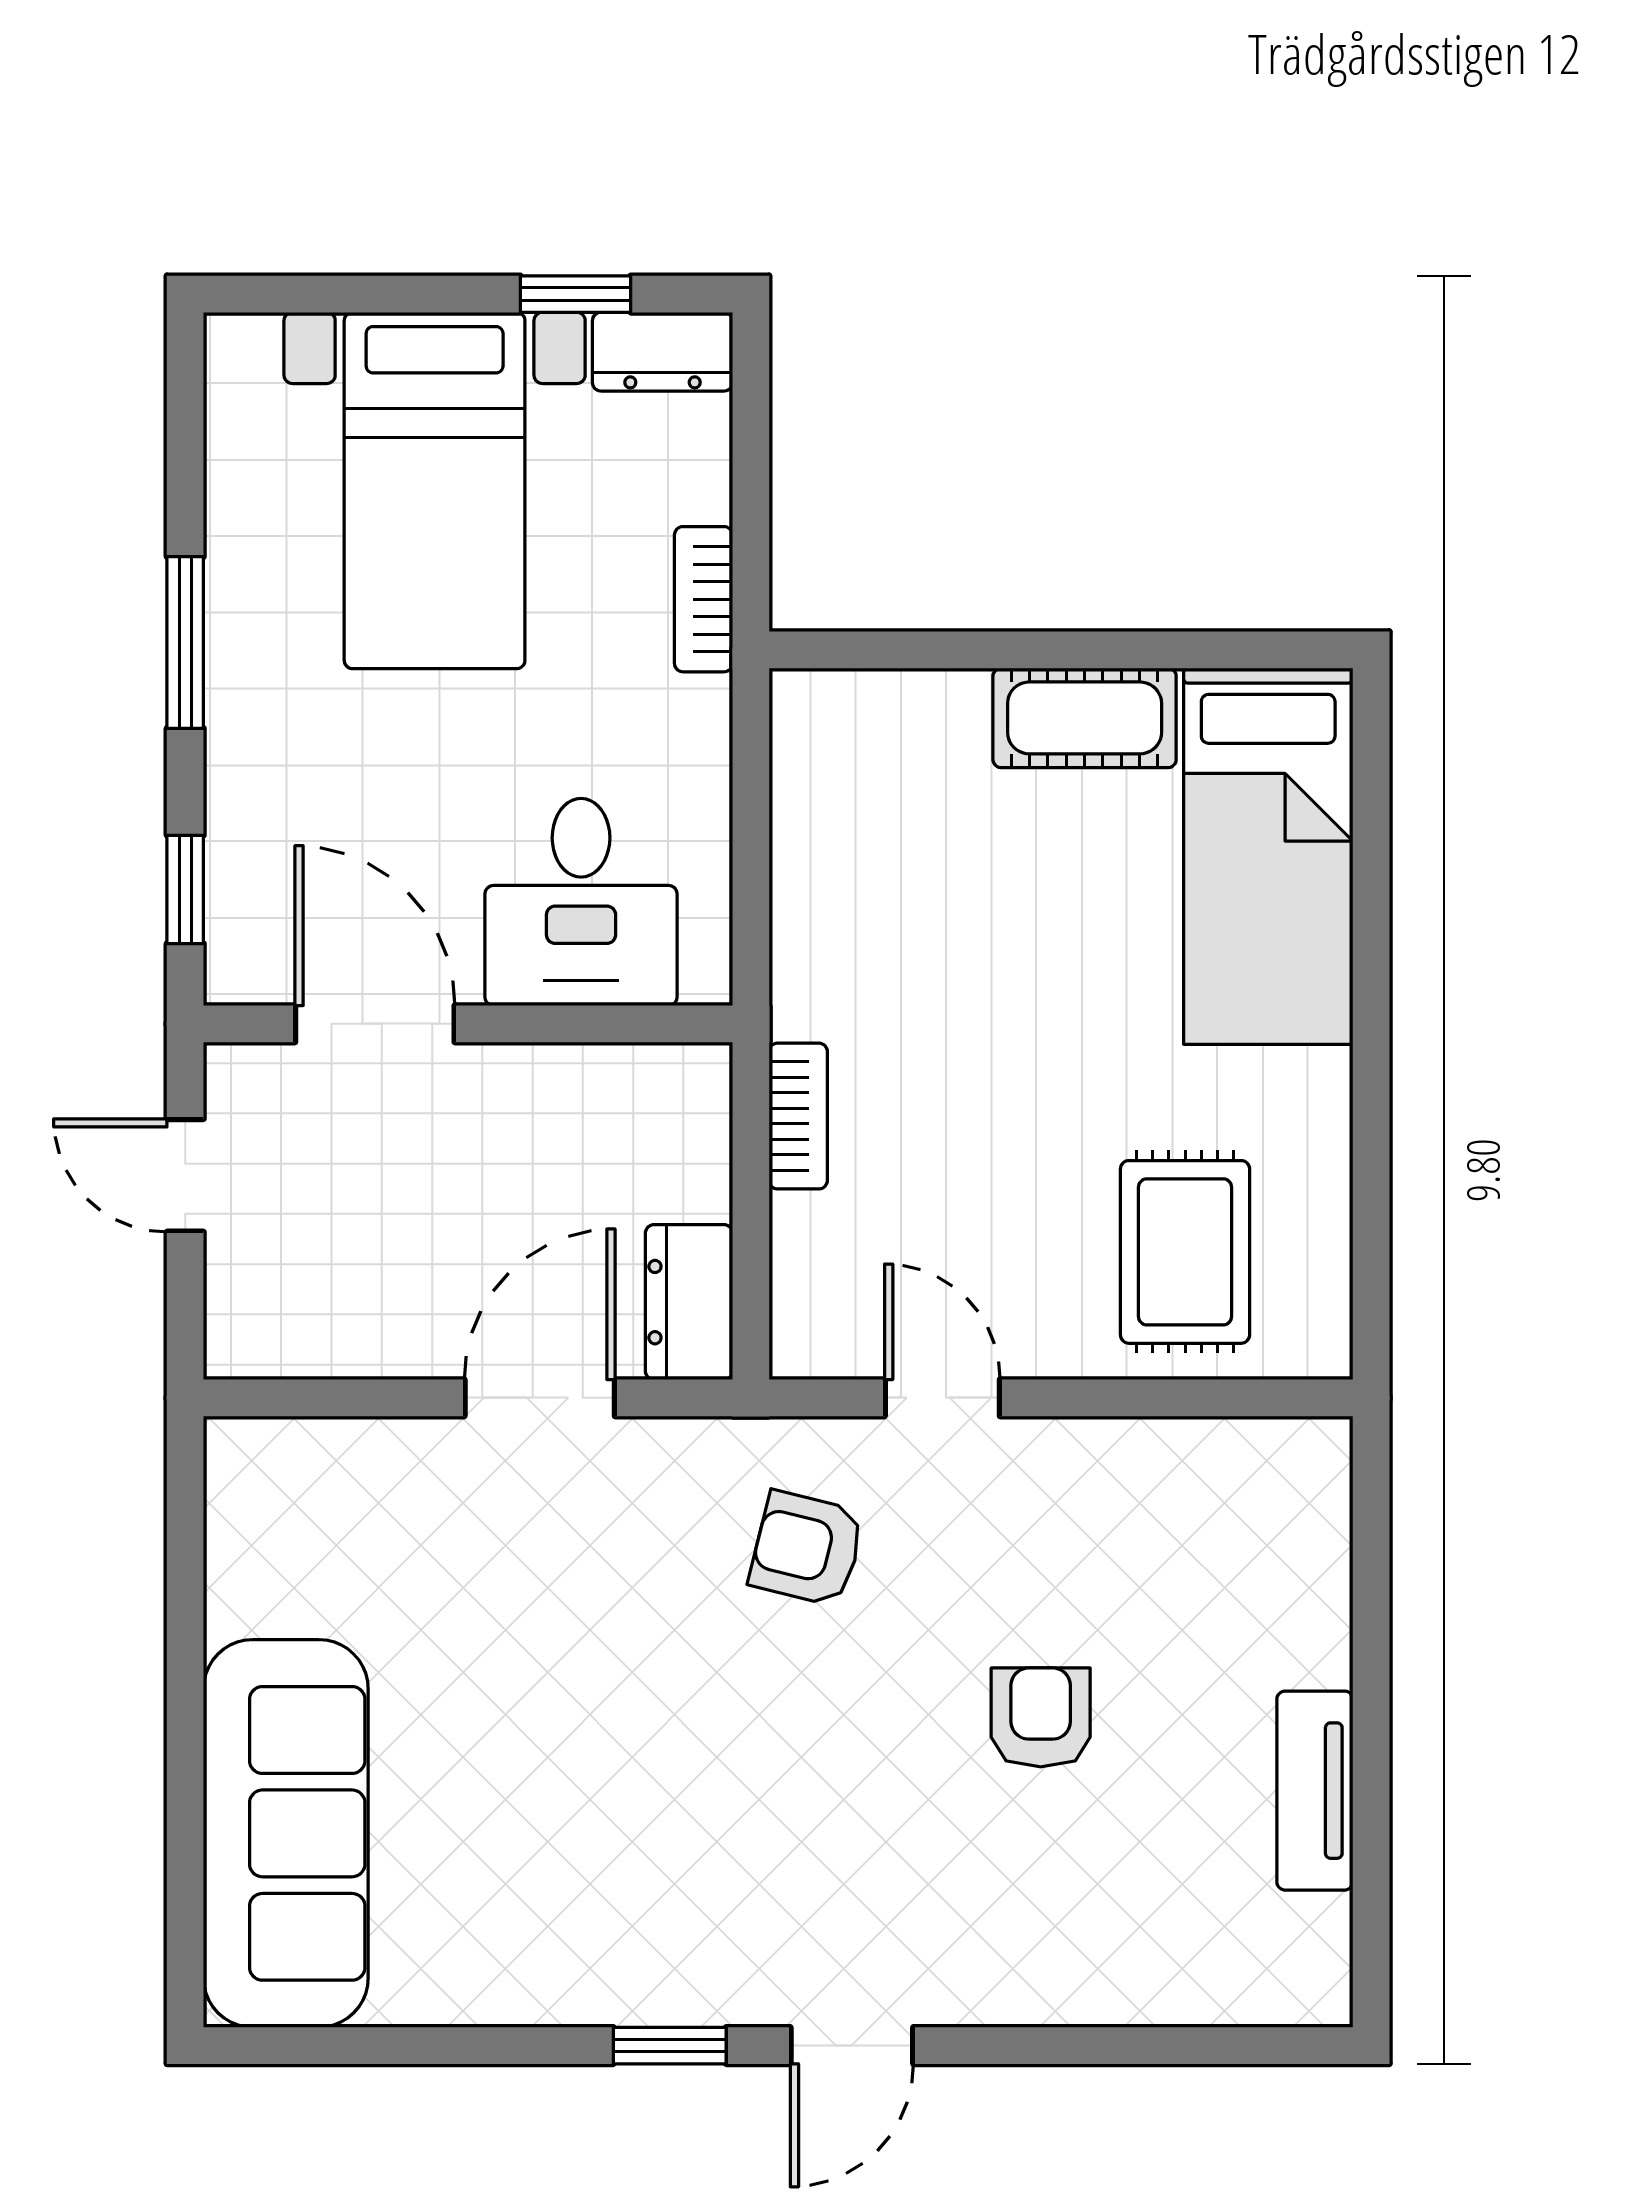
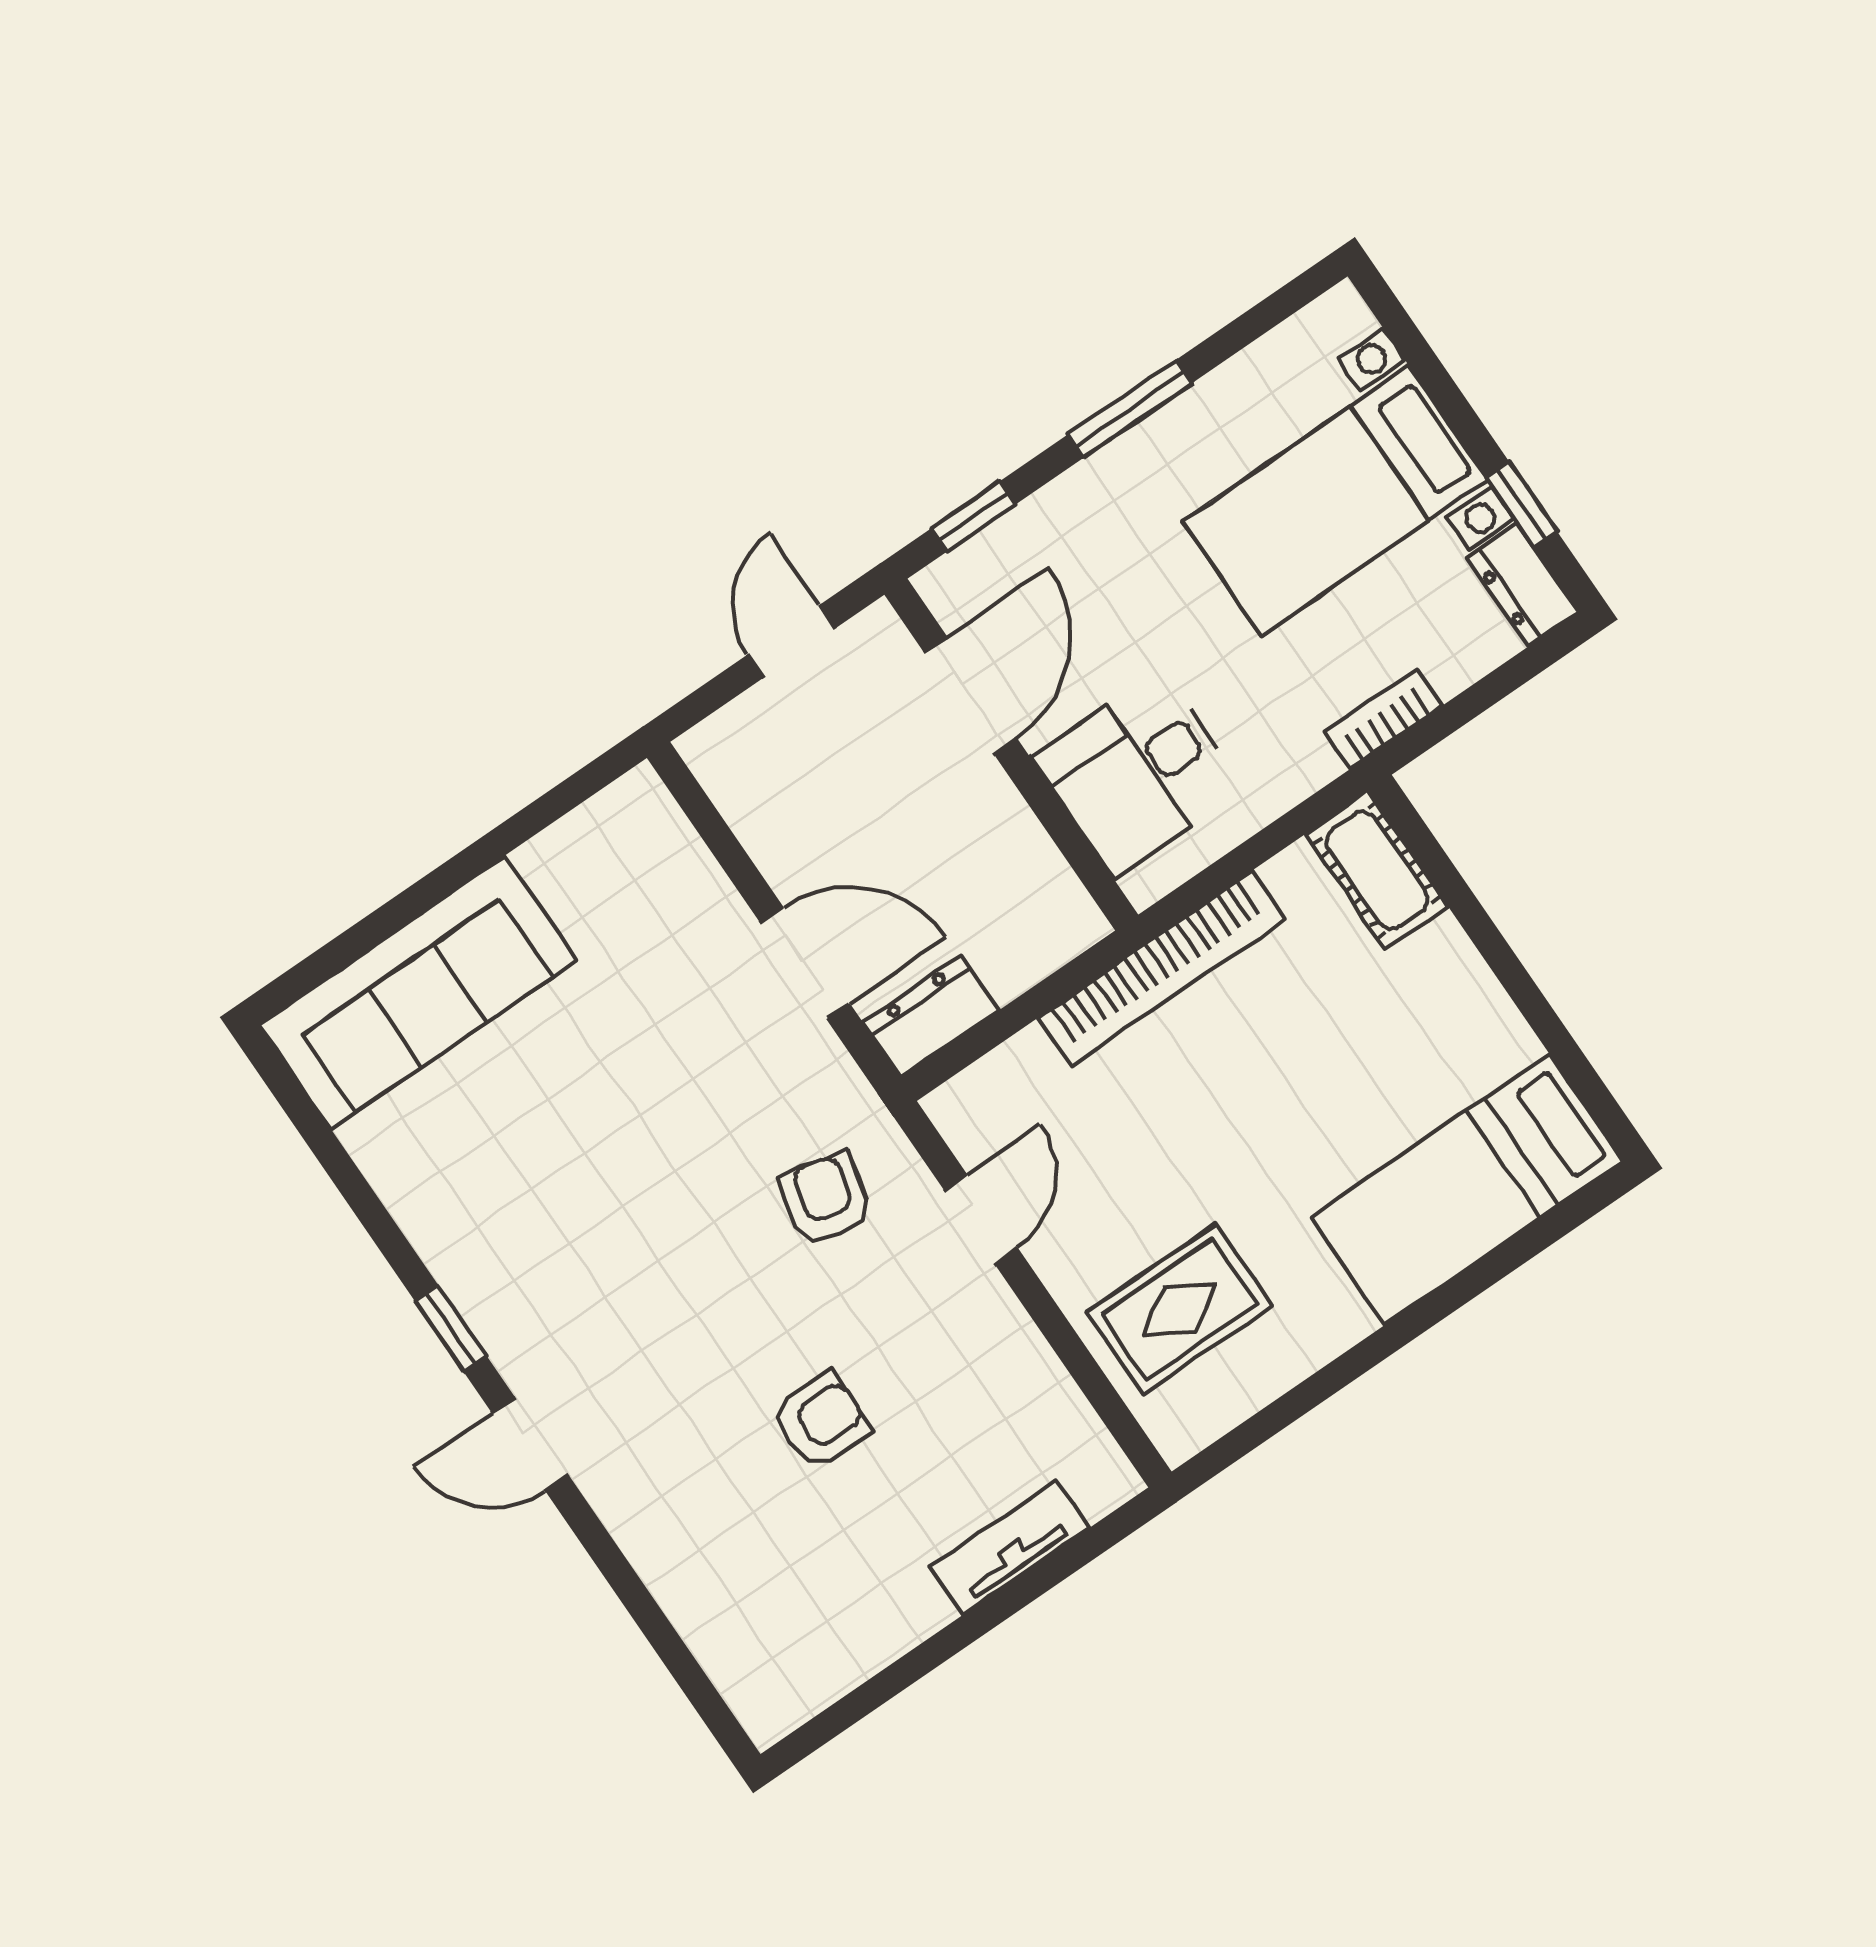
cot: (1085, 718) -> (1377, 870), moved
bookcase: (798, 1116) -> (1162, 969), width x2.31, depth x1.31
tv unit: (1315, 1791) -> (1009, 1548), moved

